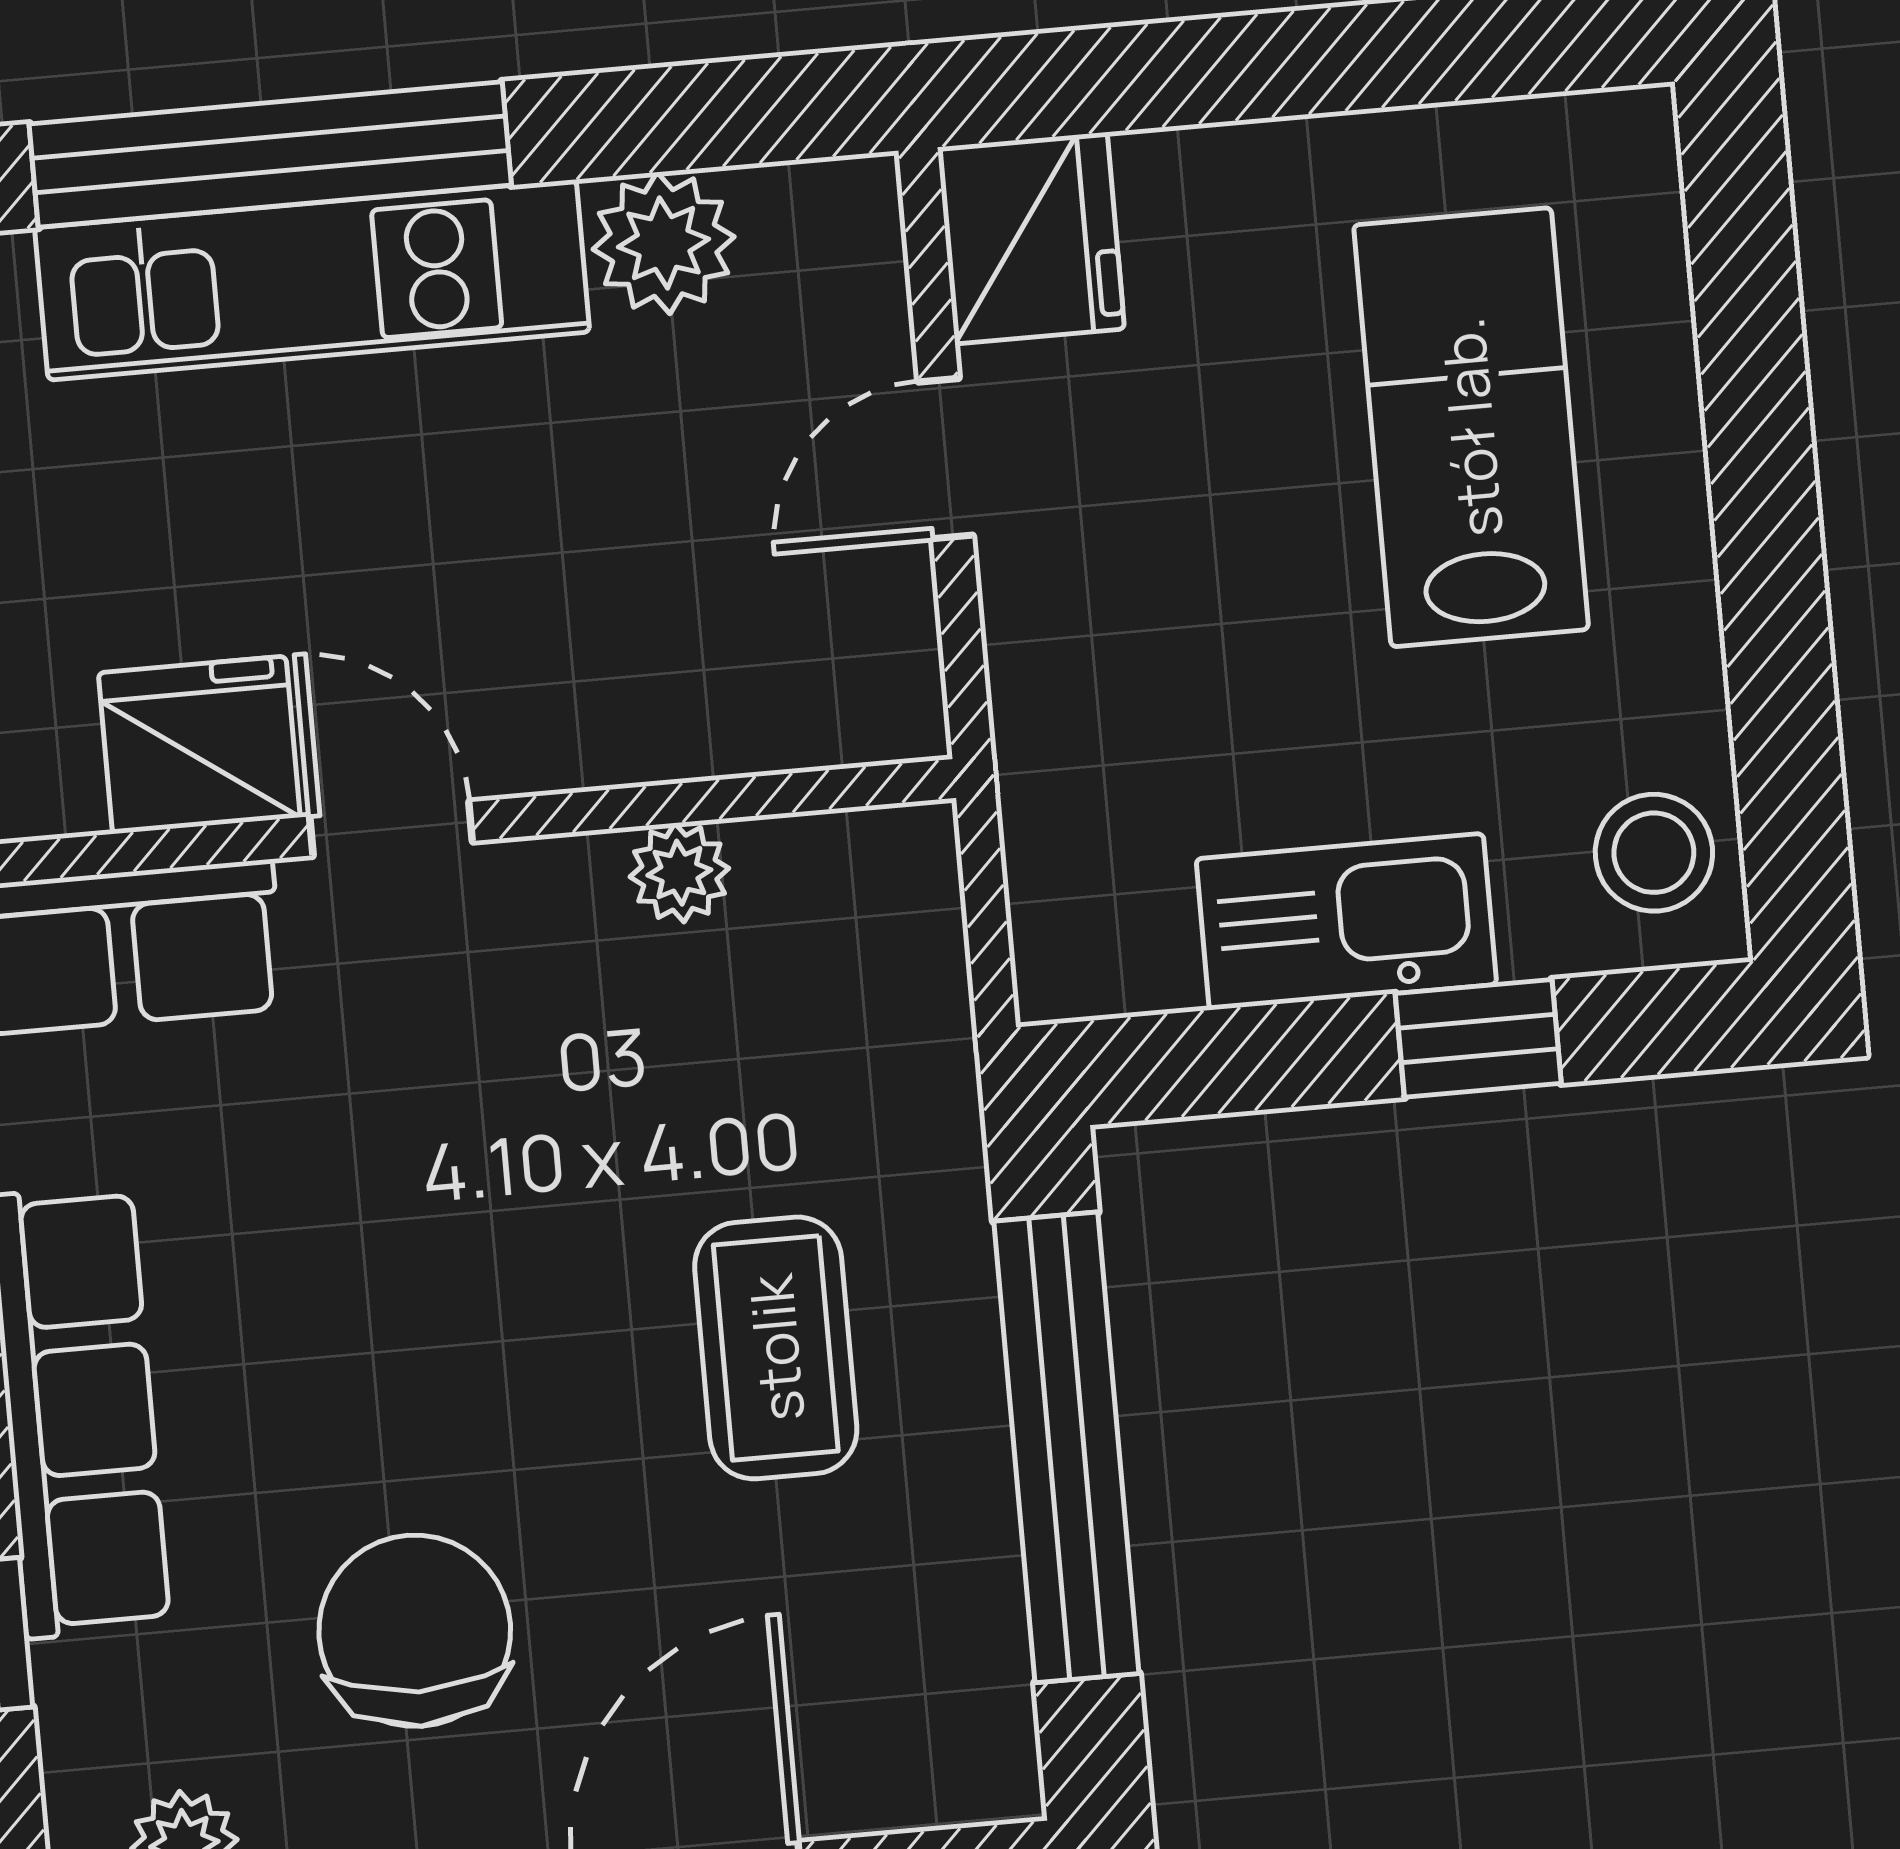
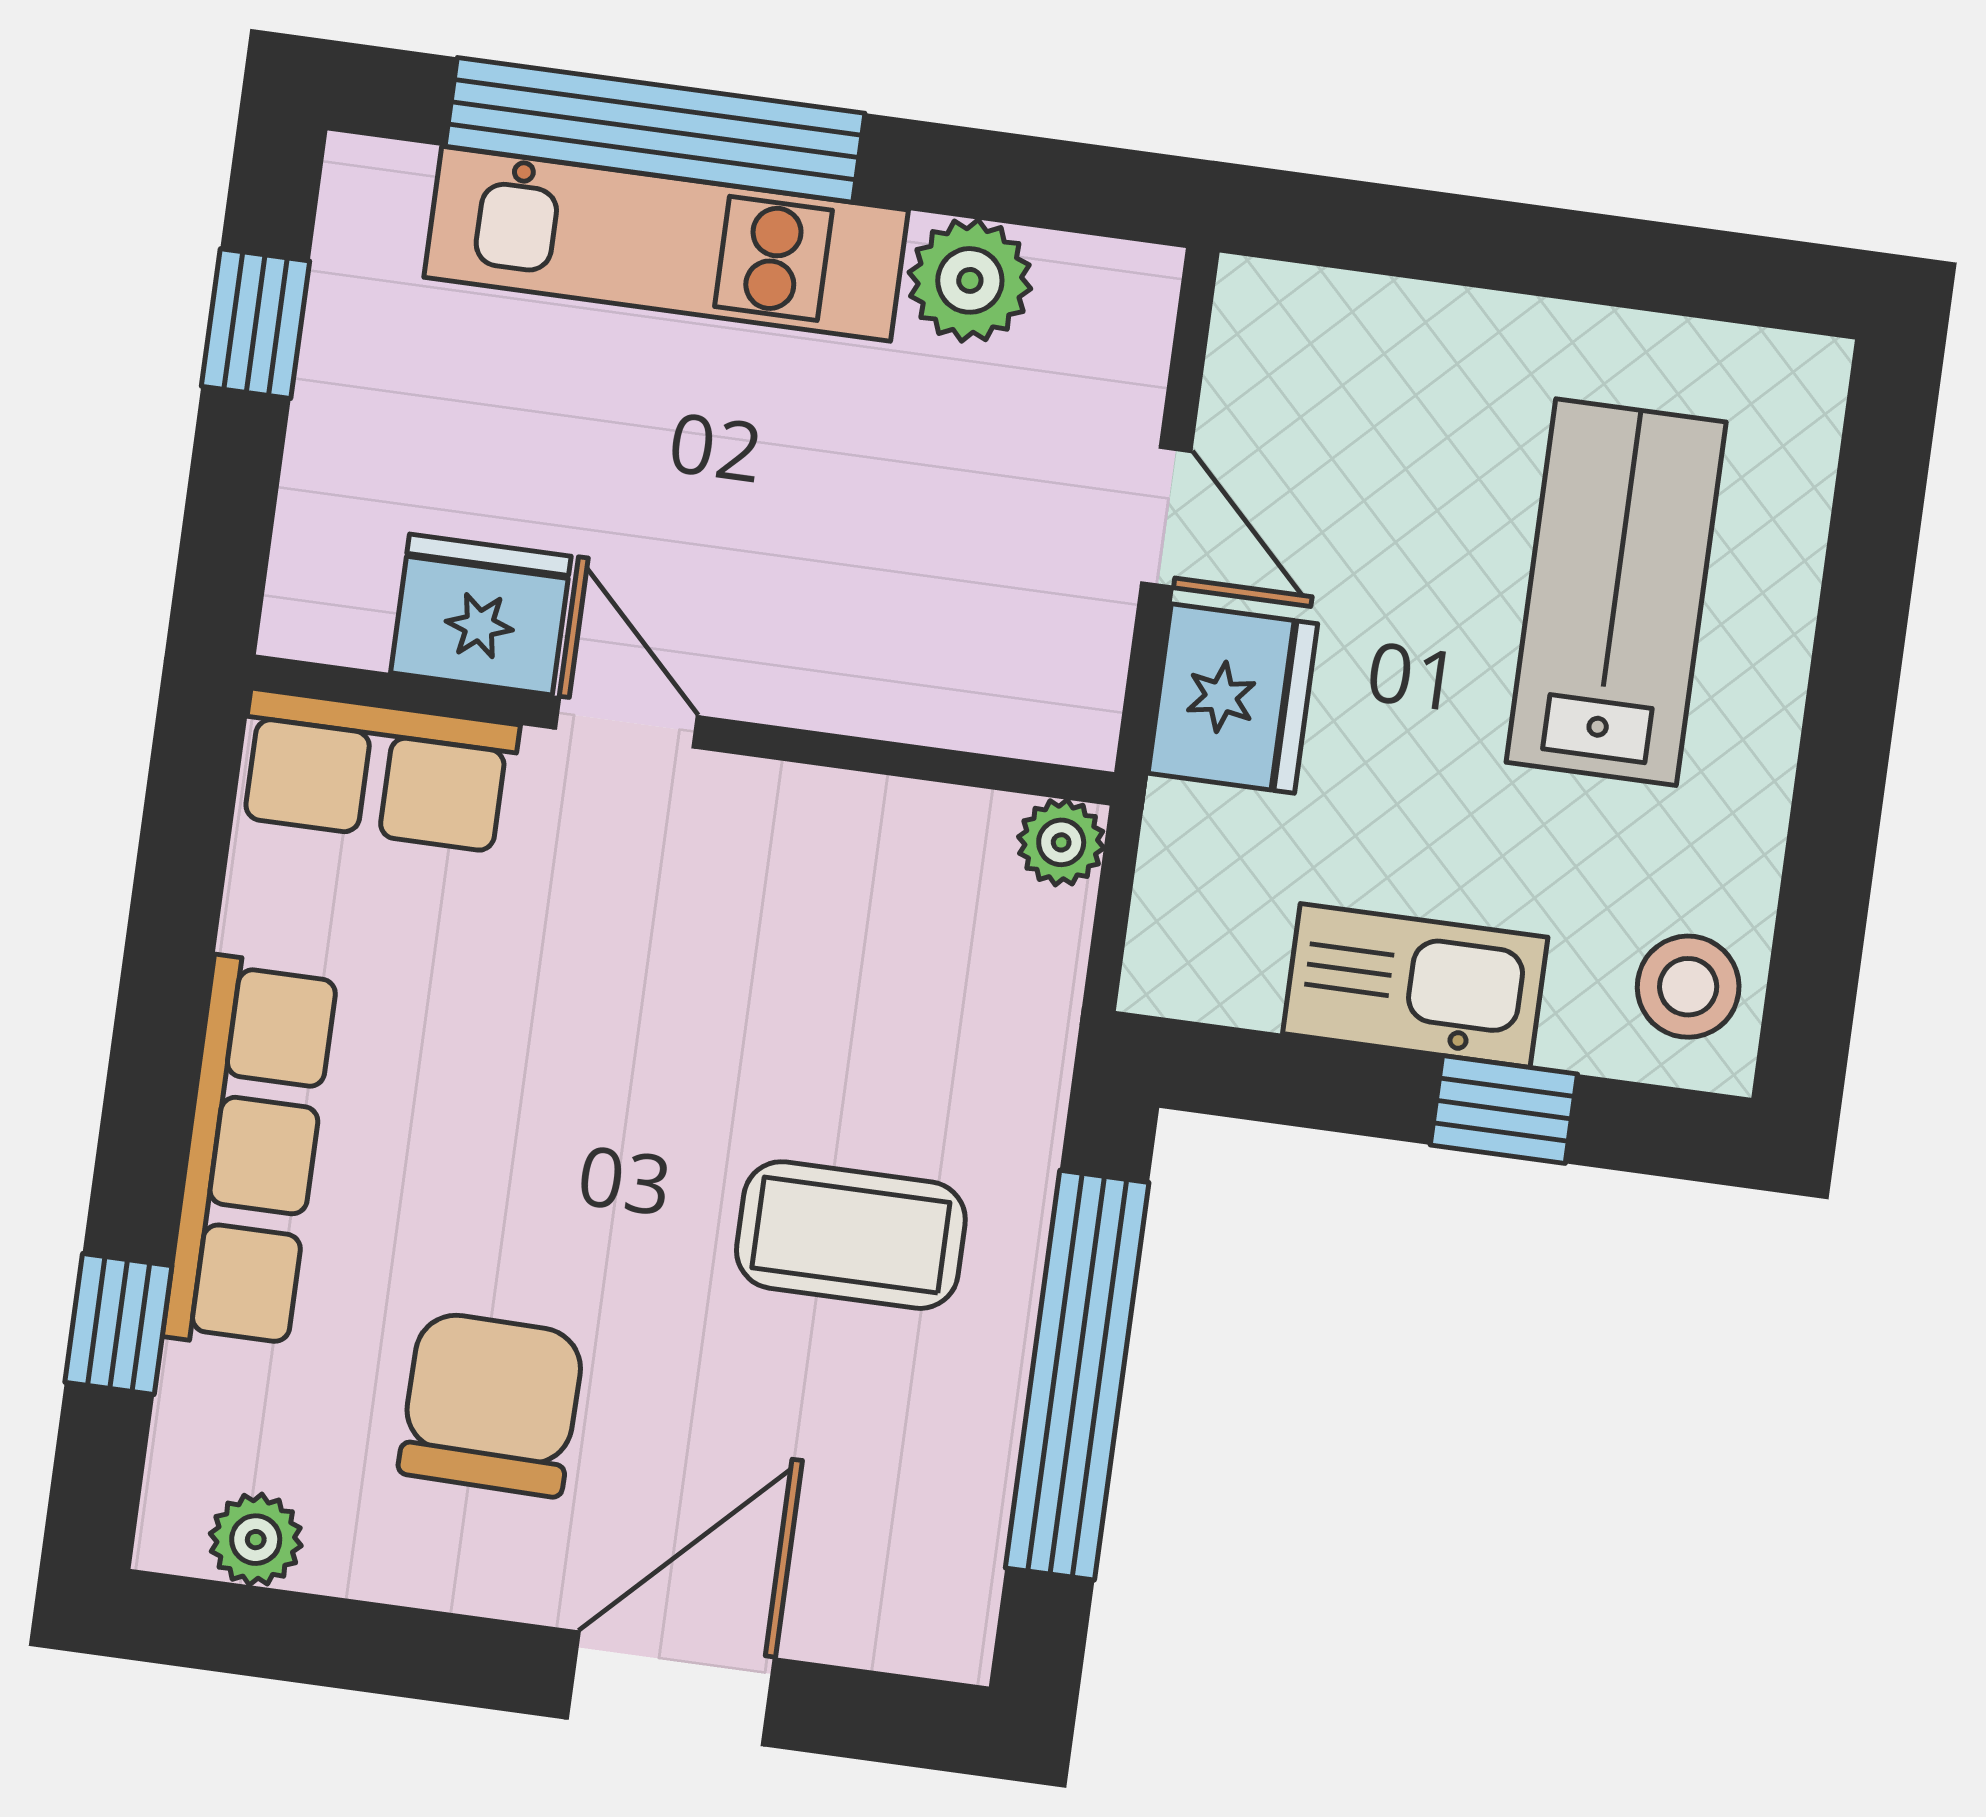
fridge: (1031, 238) -> (1233, 698), moved
door: (946, 459) -> (1166, 517), swing flipped
plant: (679, 873) -> (1061, 842), moved
coffee table: (776, 1348) -> (851, 1235), turned 90

